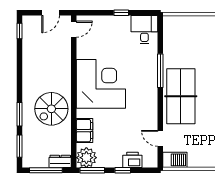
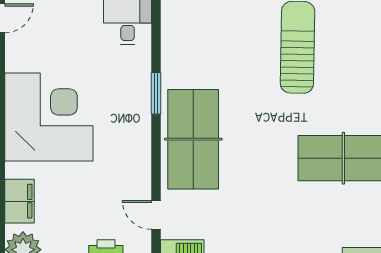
window: (160, 71) -> (156, 93), width x0.69

